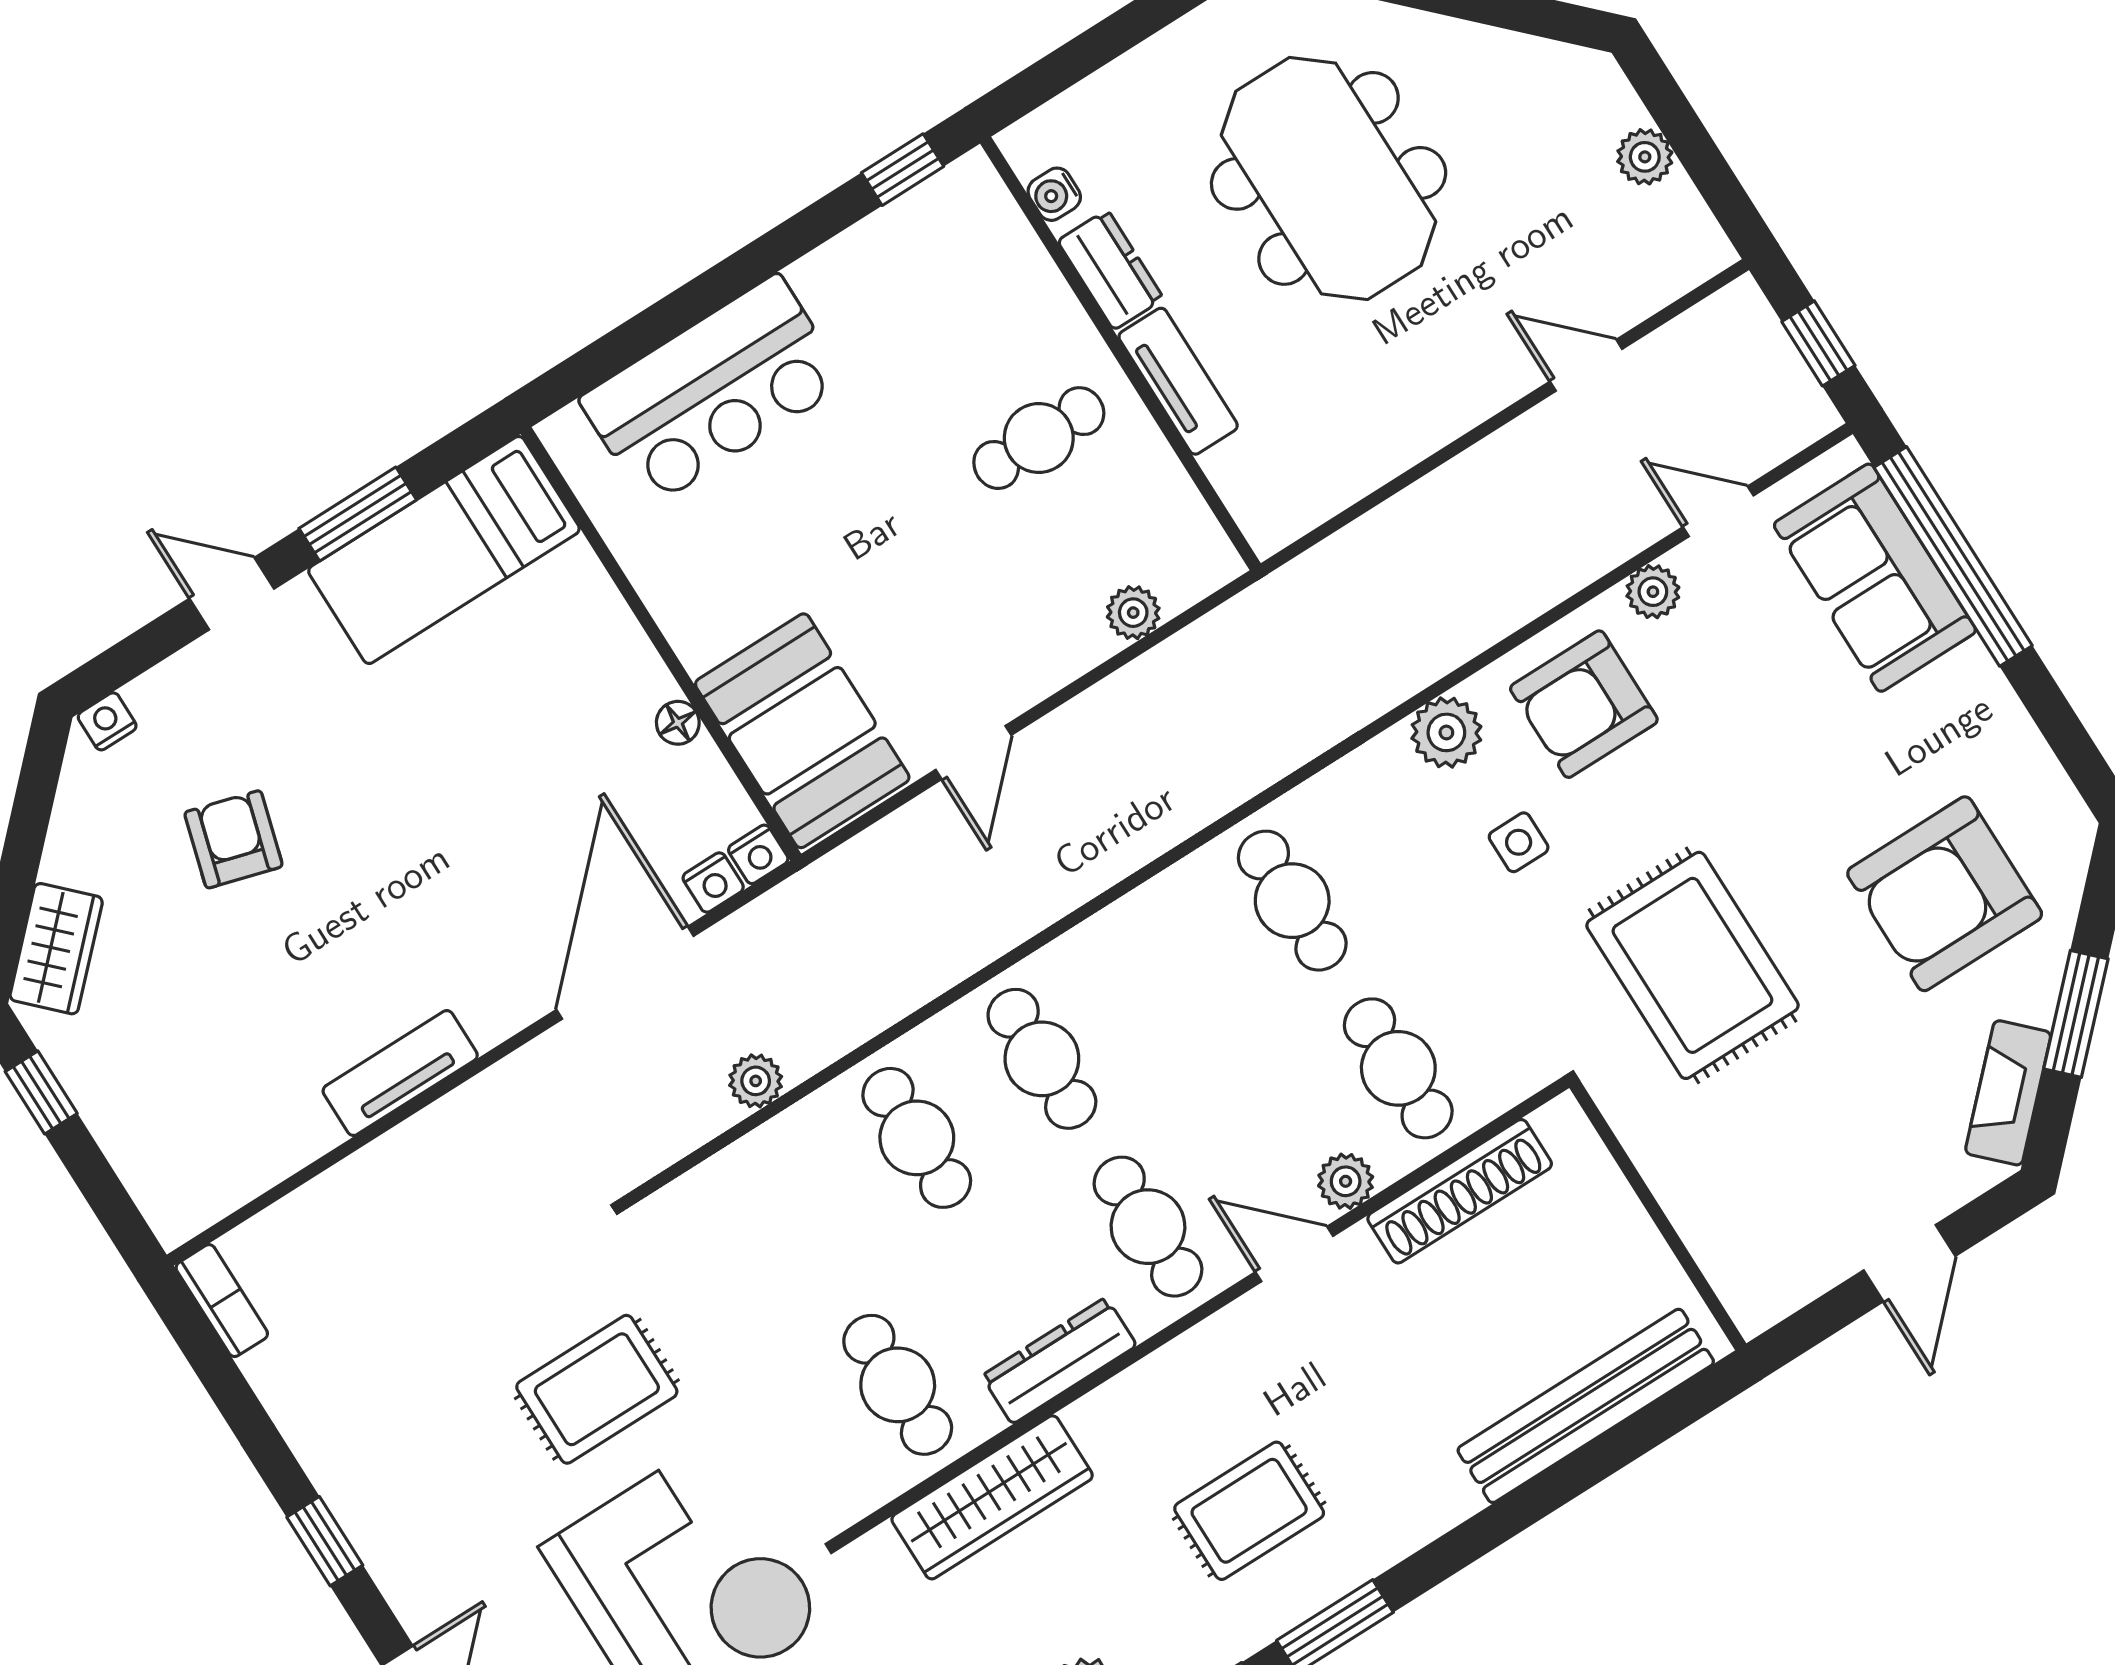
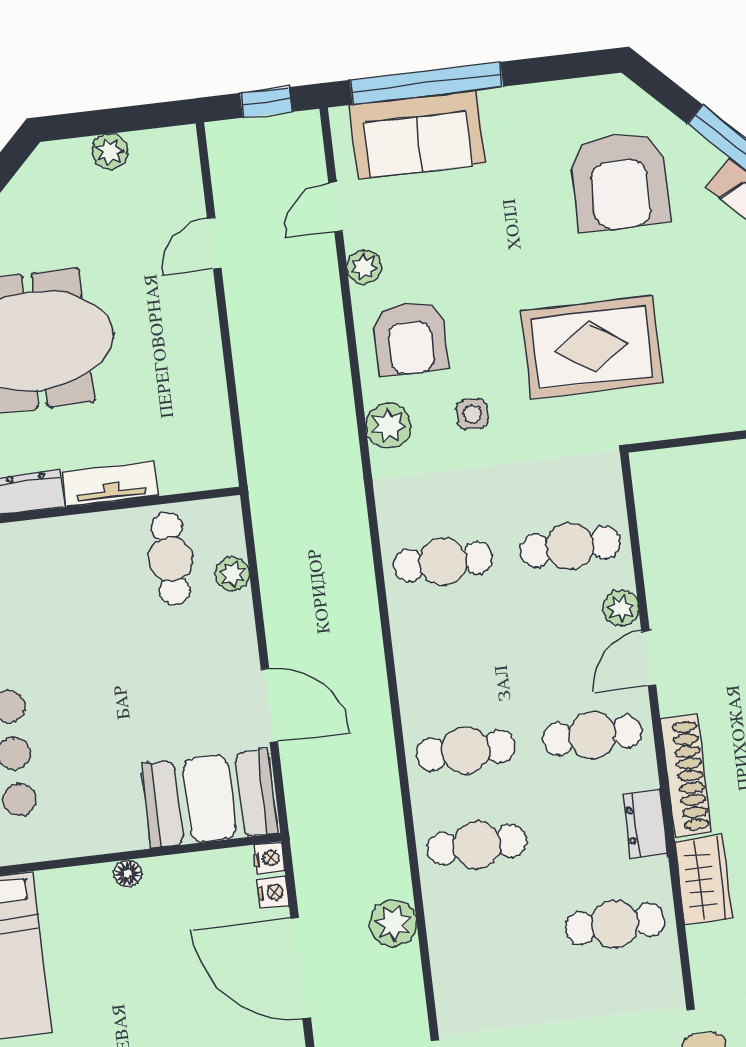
cafe table: (1039, 438) -> (171, 559), moved
floor lamp: (678, 723) -> (128, 874), moved
door: (974, 752) -> (269, 705), width x1.38
plant: (756, 1081) -> (393, 923), width x1.38, depth x1.38
shoe rack: (1460, 1191) -> (686, 776), moved
dresser: (1059, 1361) -> (646, 824), width x0.70
wardrobe: (992, 1497) -> (704, 880), width x0.67

